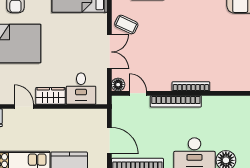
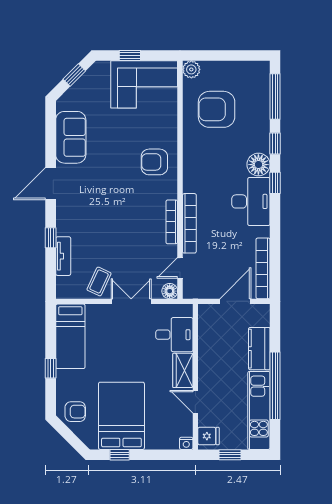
armchair: (228, 72) -> (154, 162), added
bookcase: (191, 86) -> (172, 222), moved
door: (24, 107) -> (195, 402), hinge flipped

